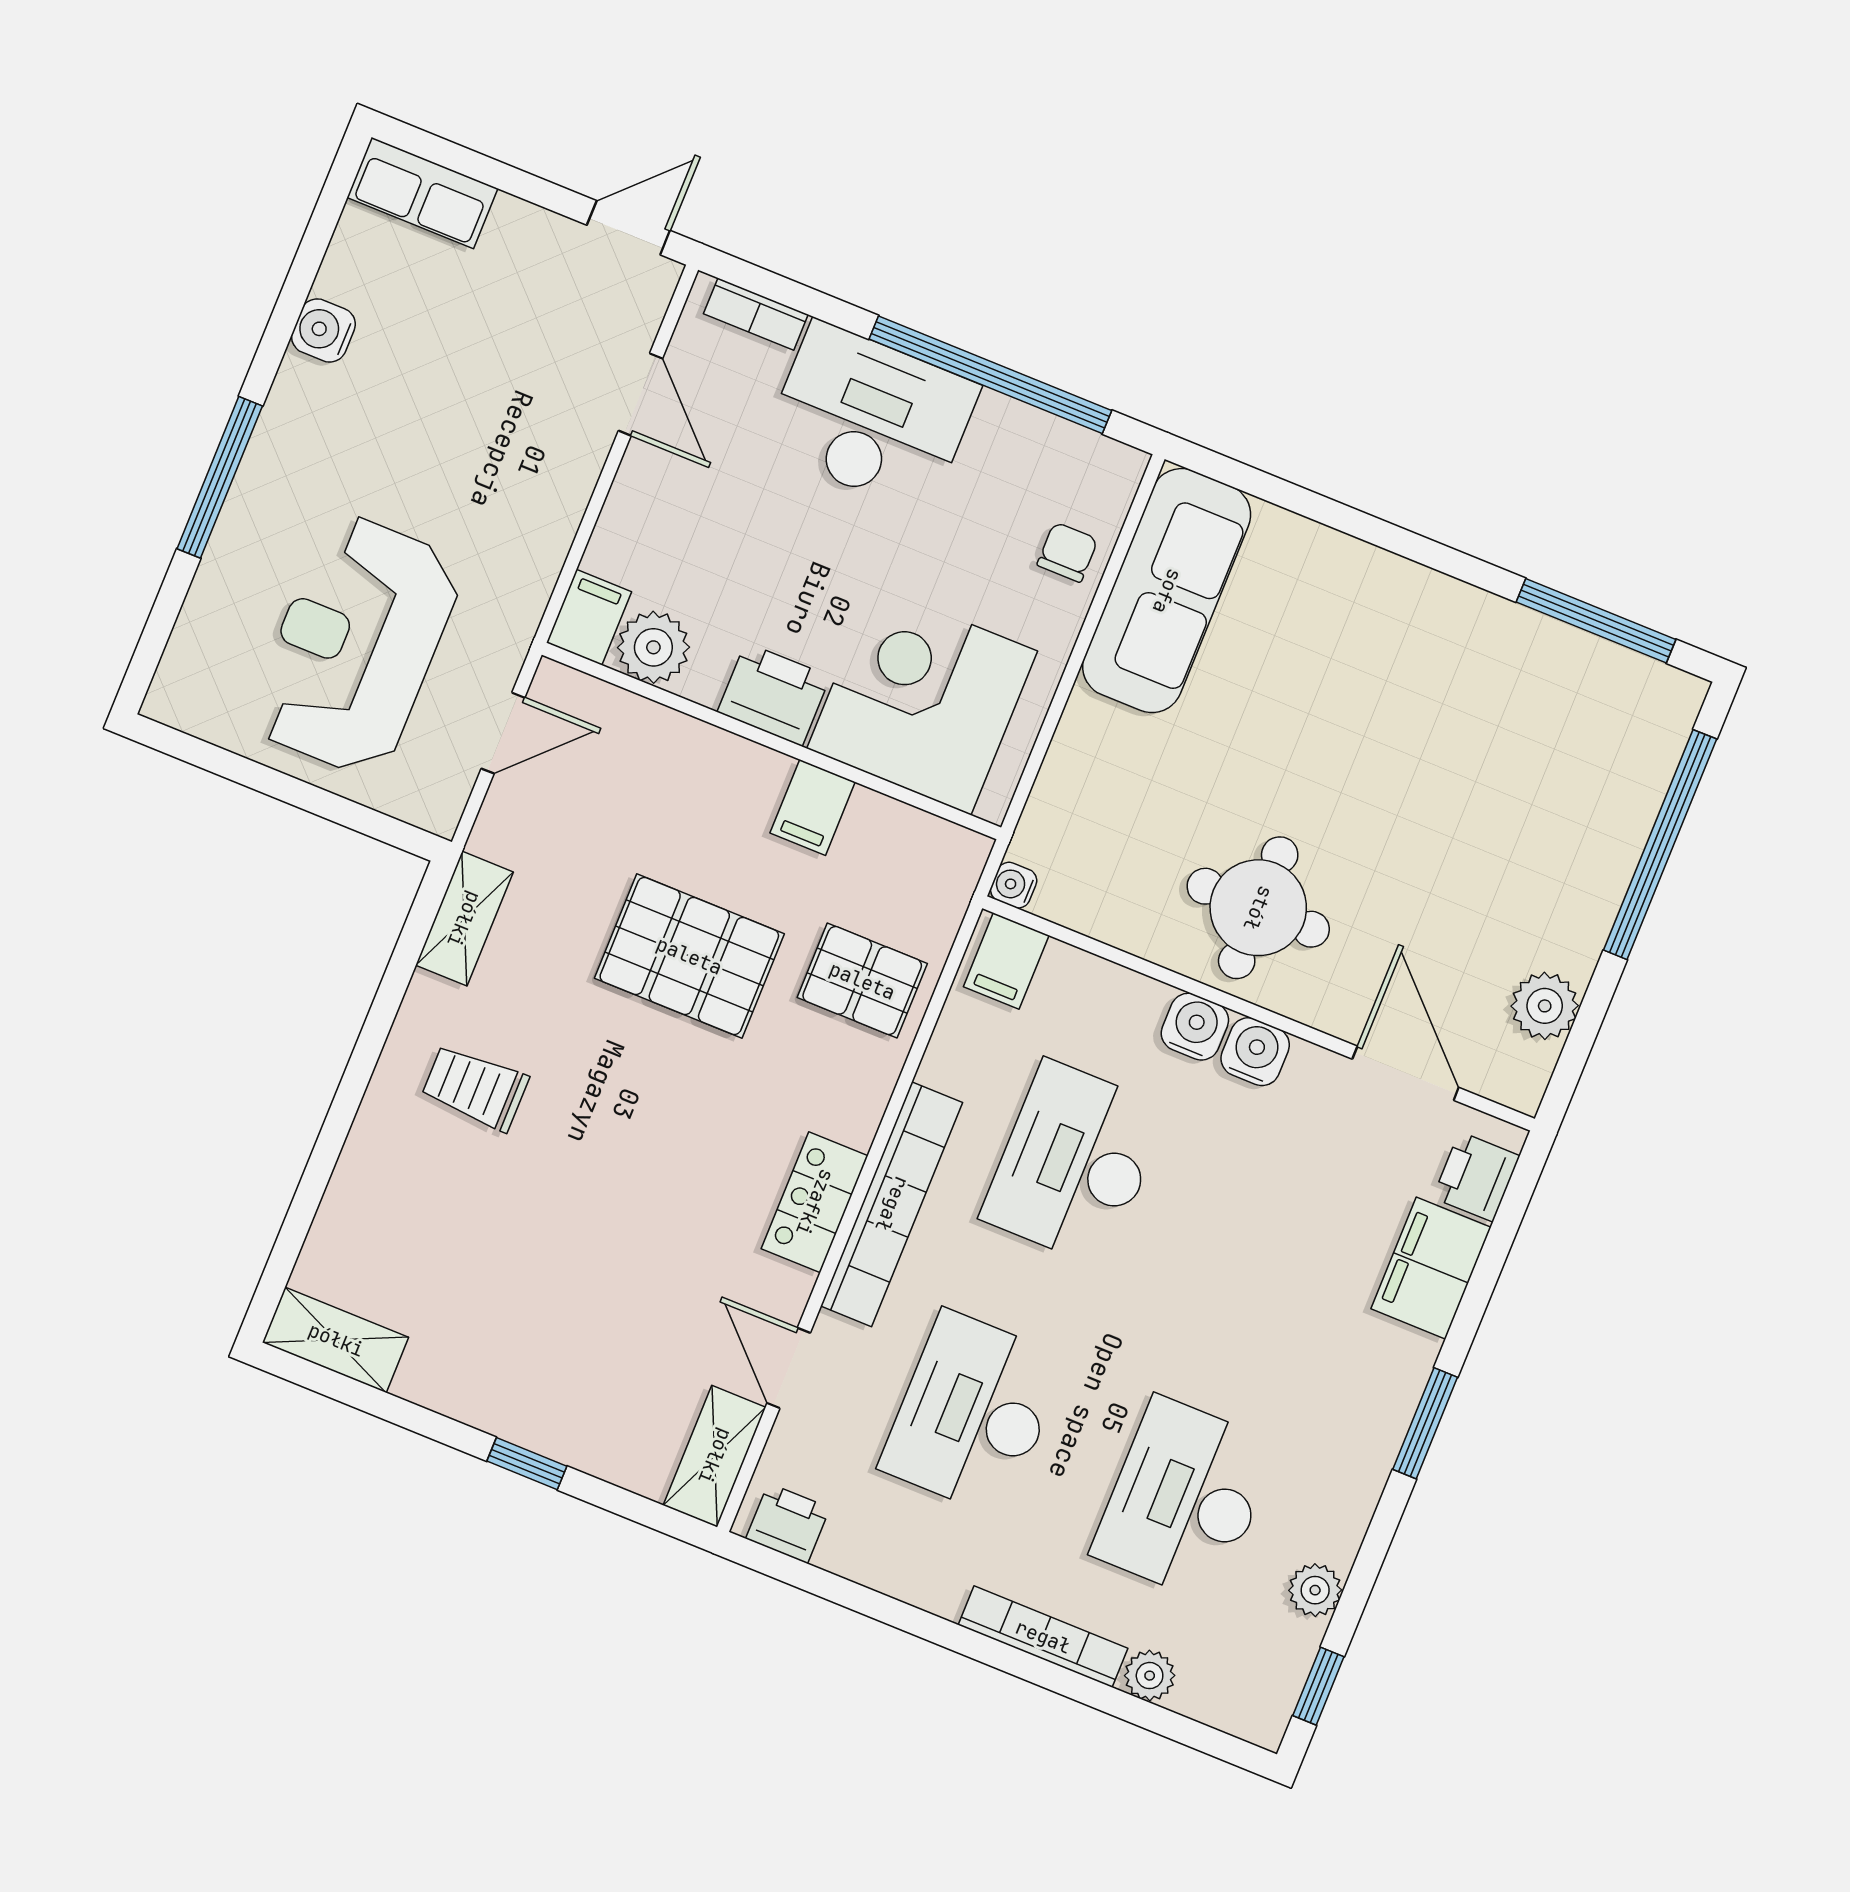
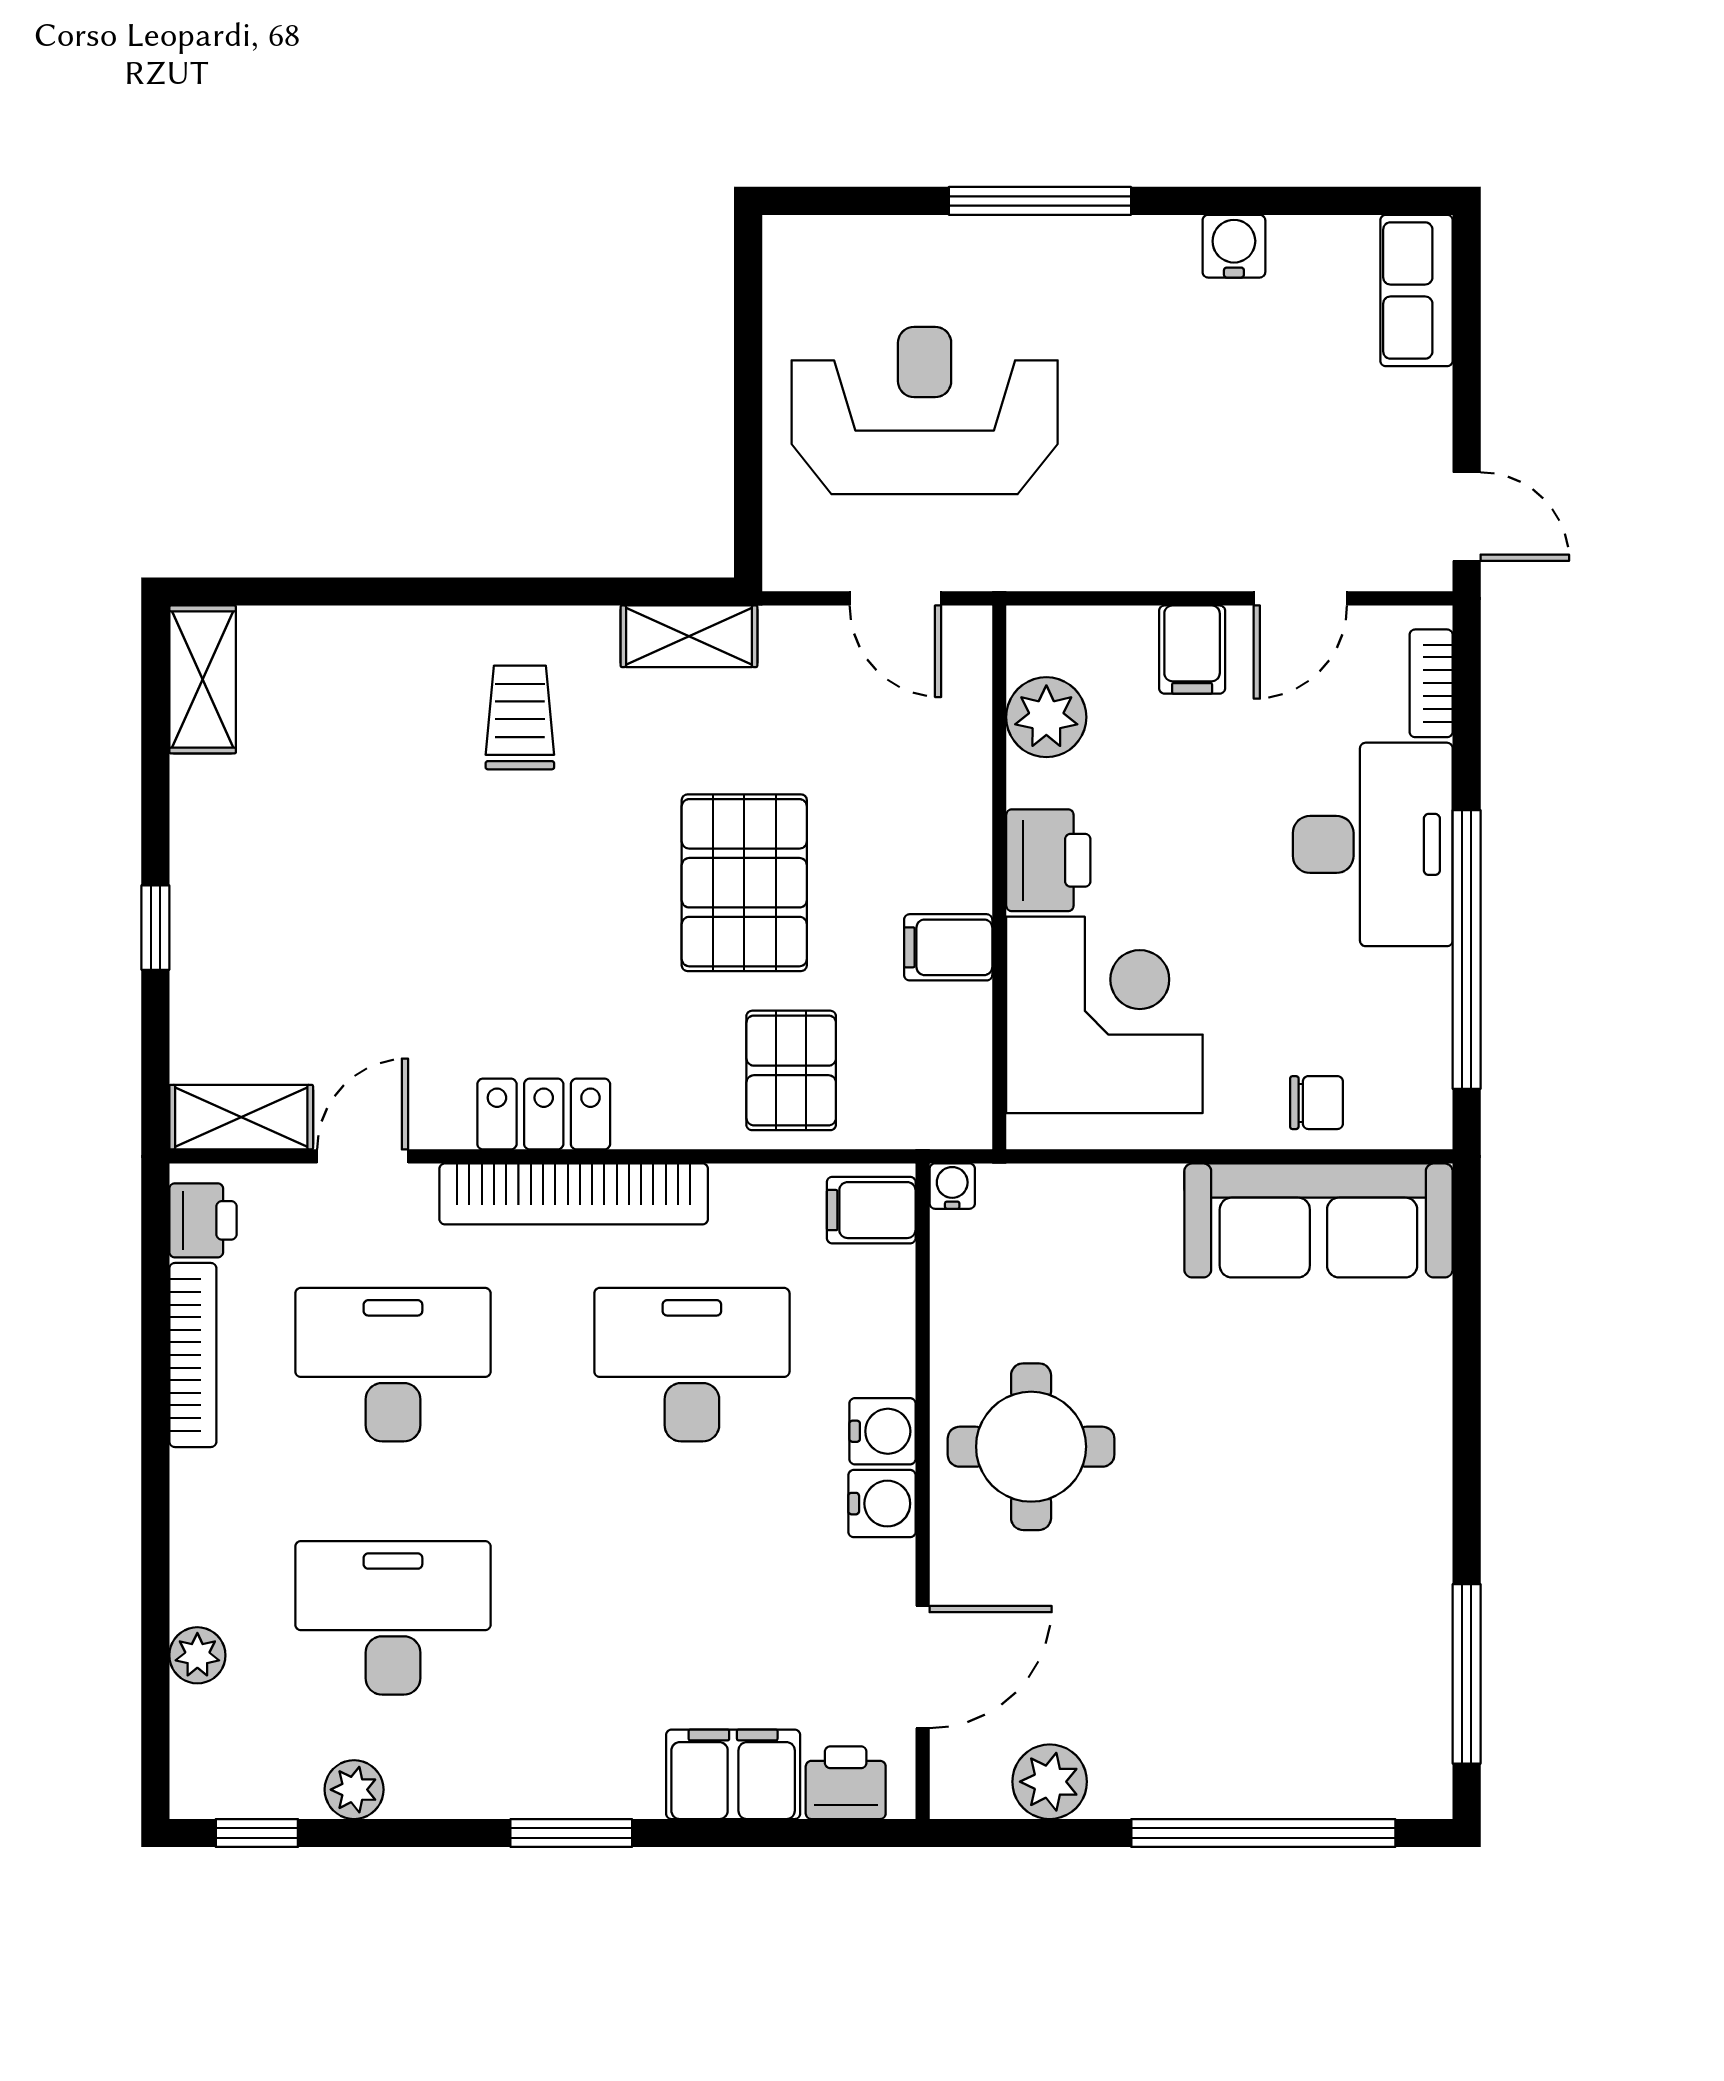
filing cabinet: (589, 617) -> (1192, 650), moved, turned 90
bookcase: (1043, 1637) -> (193, 1355), moved

